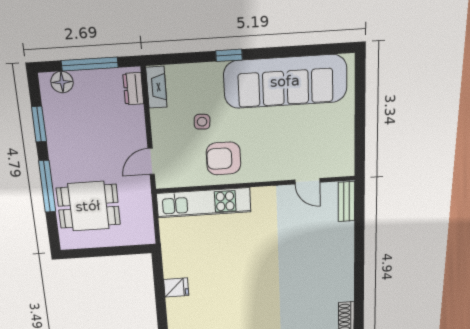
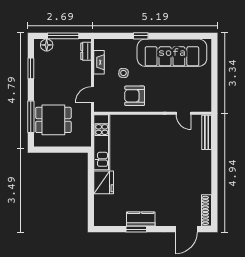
fireplace: (156, 87) -> (99, 62), moved
window: (47, 186) -> (31, 117), moved
bench: (346, 202) -> (207, 132), width x1.36
kitchen unit: (204, 203) -> (102, 142), moved, turned -90
fridge: (176, 288) -> (104, 182), width x1.88, depth x1.34

